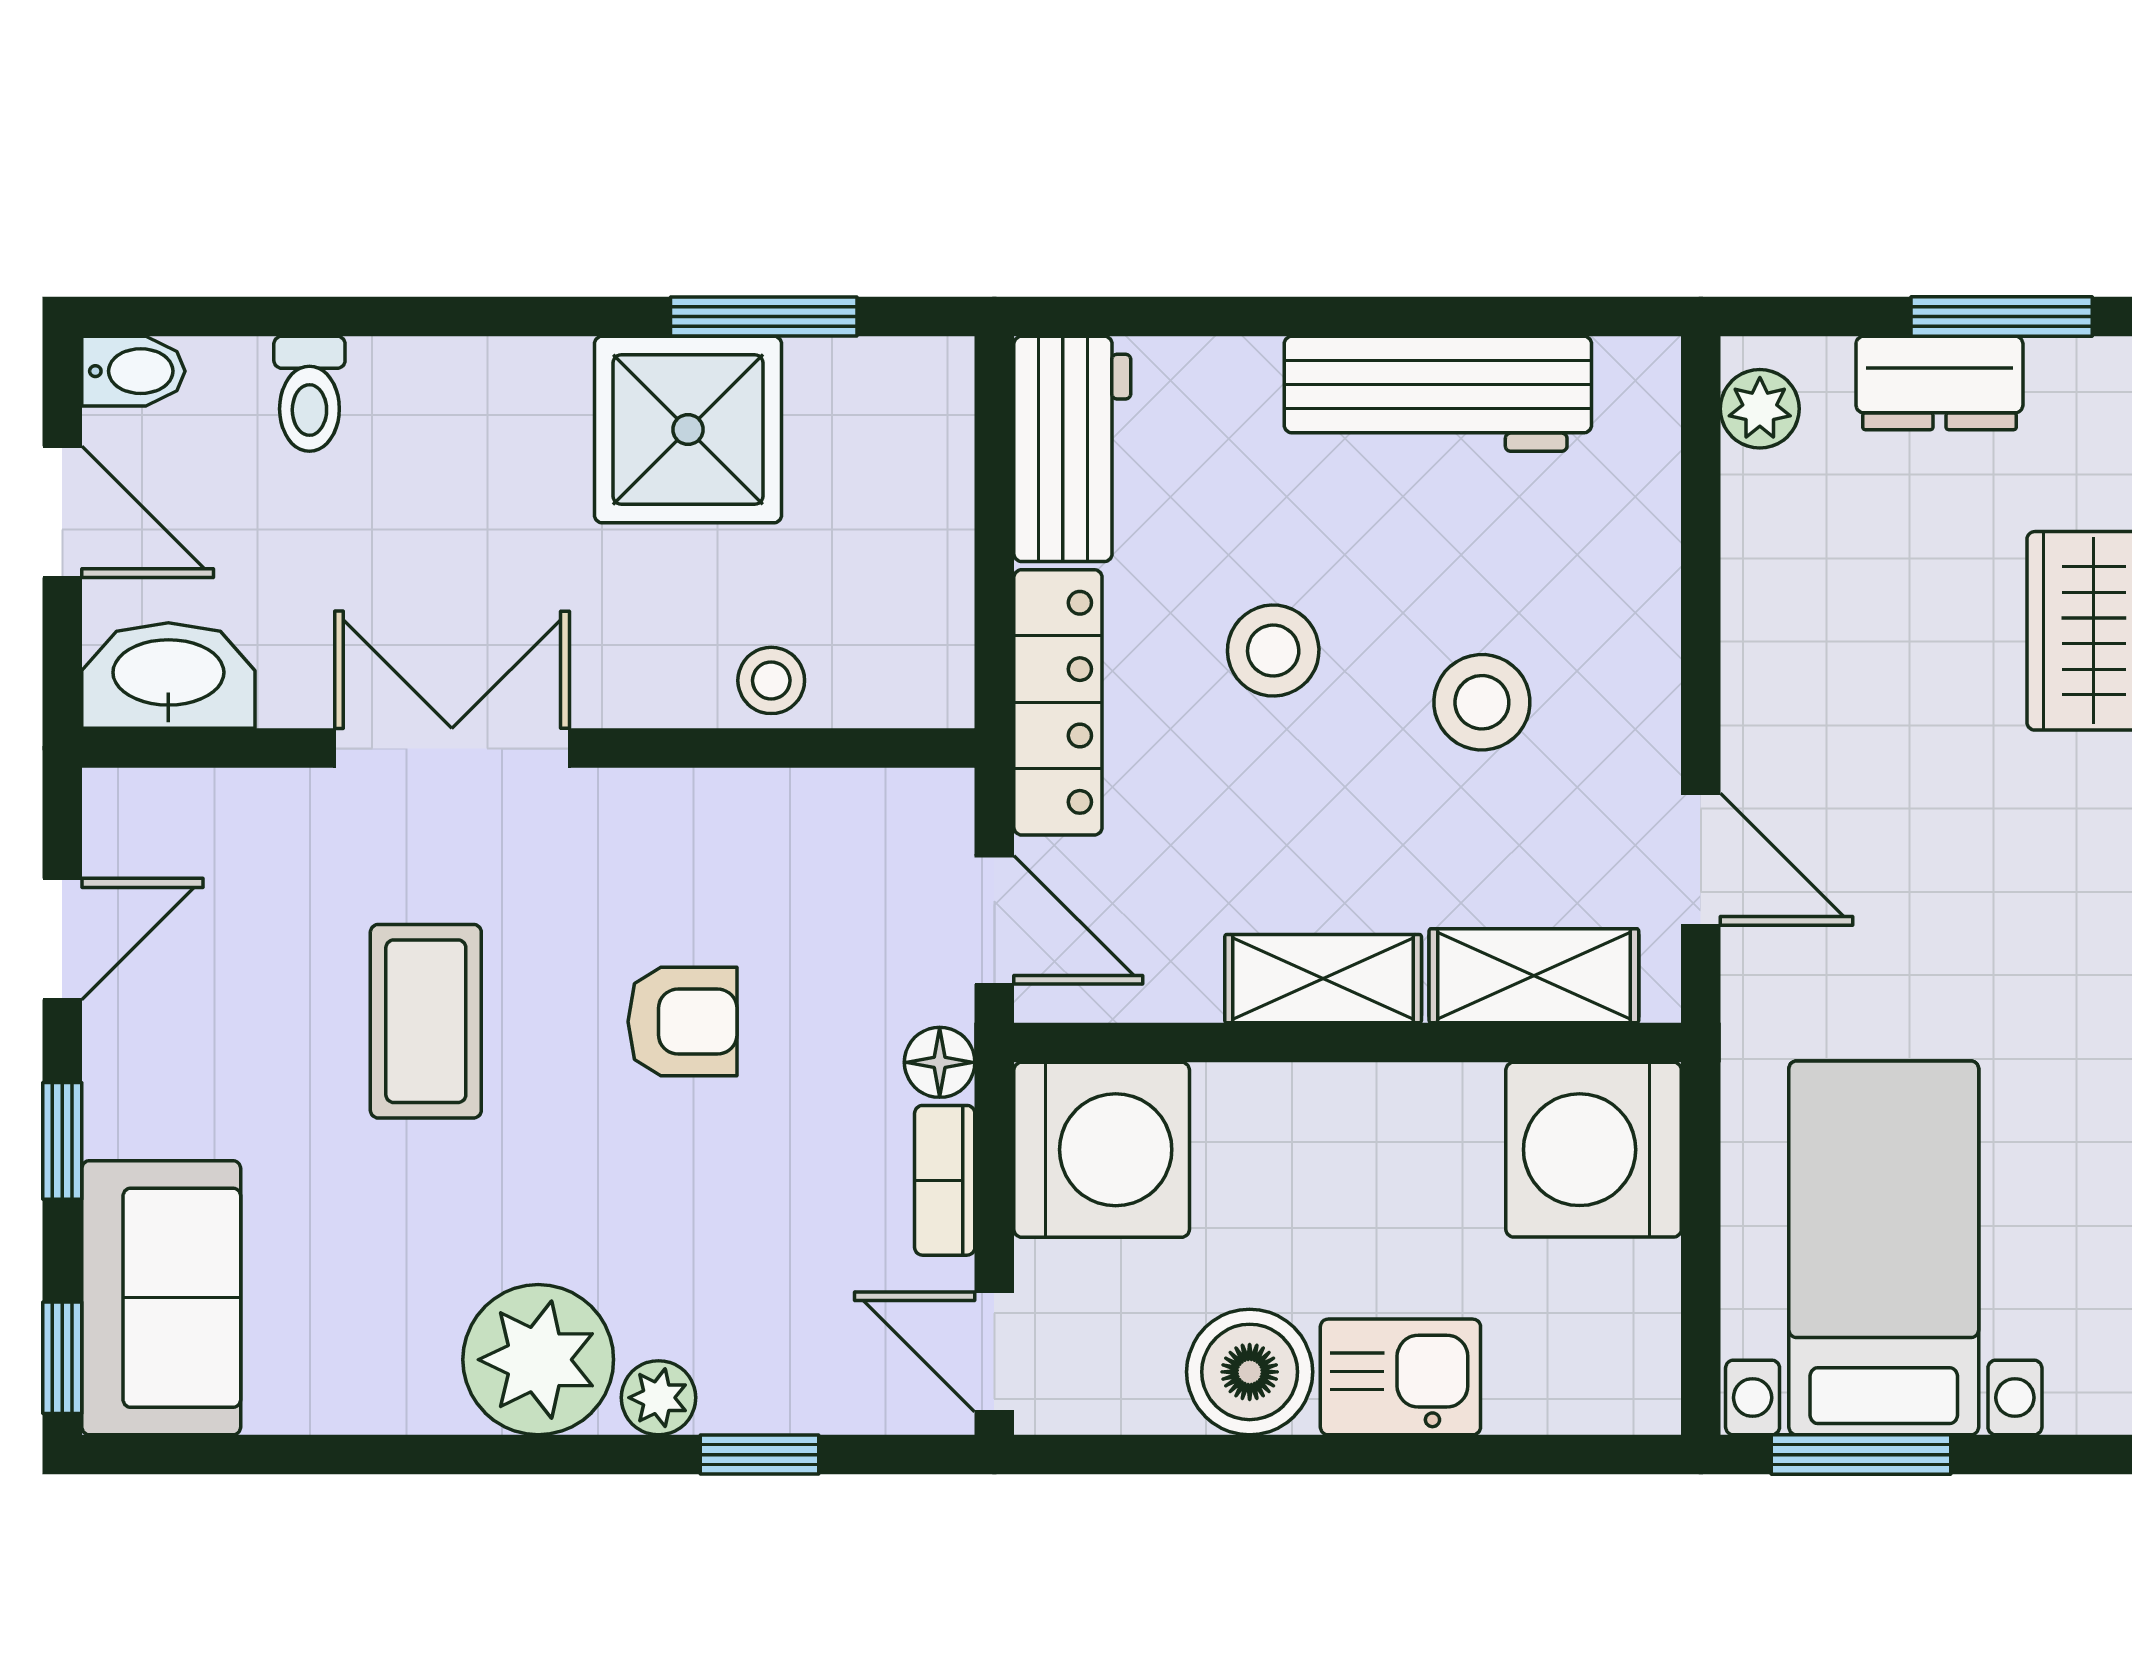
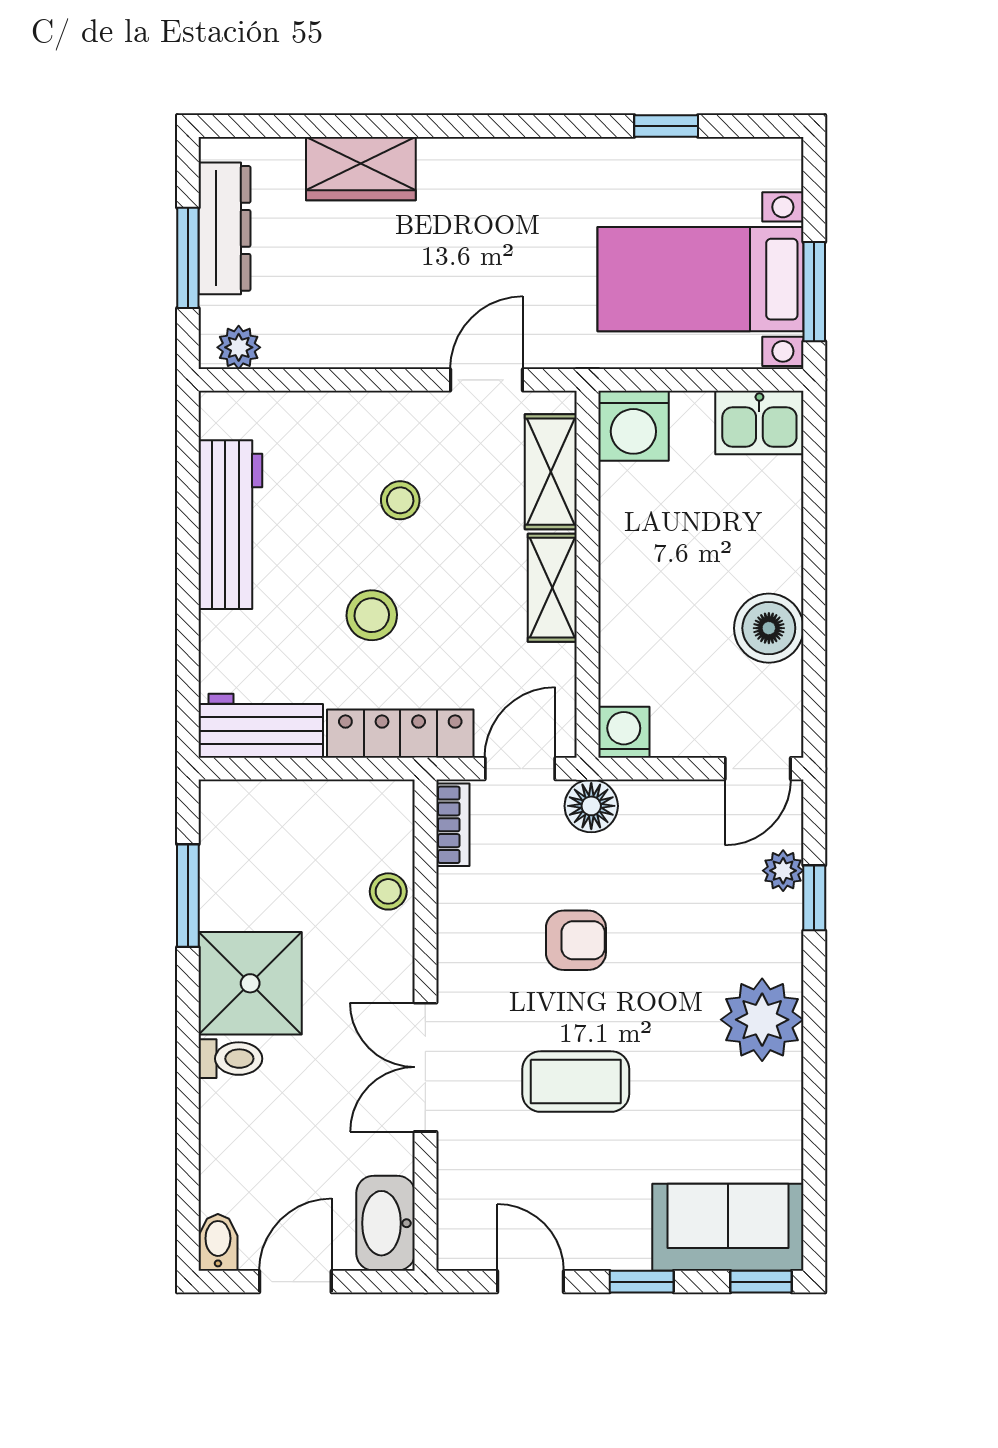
window: (2002, 316) -> (188, 258), moved
dresser: (1939, 383) -> (224, 228), width x1.44
toilet: (309, 394) -> (230, 1059), moved
shower: (688, 429) -> (250, 983), moved
stool: (1482, 702) -> (400, 500), width x0.73, depth x0.73
armchair: (683, 1022) -> (576, 940), turned 90
floor lamp: (940, 1062) -> (591, 806), width x1.37, depth x1.37
washing machine: (1102, 1150) -> (624, 732), width x0.53, depth x0.53
washing machine: (1594, 1150) -> (633, 426), width x0.73, depth x0.73
bookcase: (945, 1180) -> (453, 825), moved, turned -90
kitchen sink: (1400, 1377) -> (759, 423), moved, turned -90
plant: (658, 1398) -> (783, 871), moved

